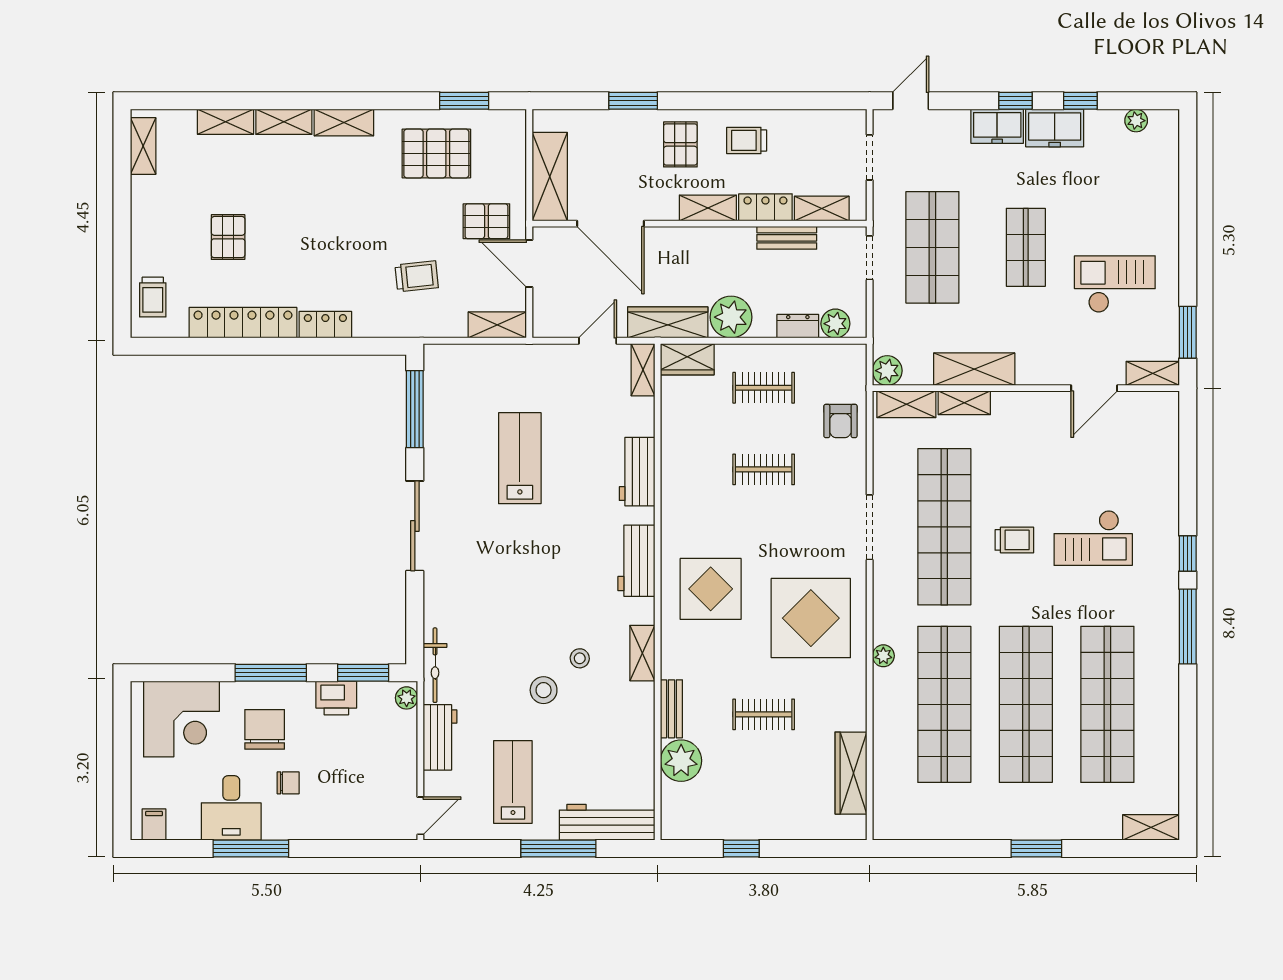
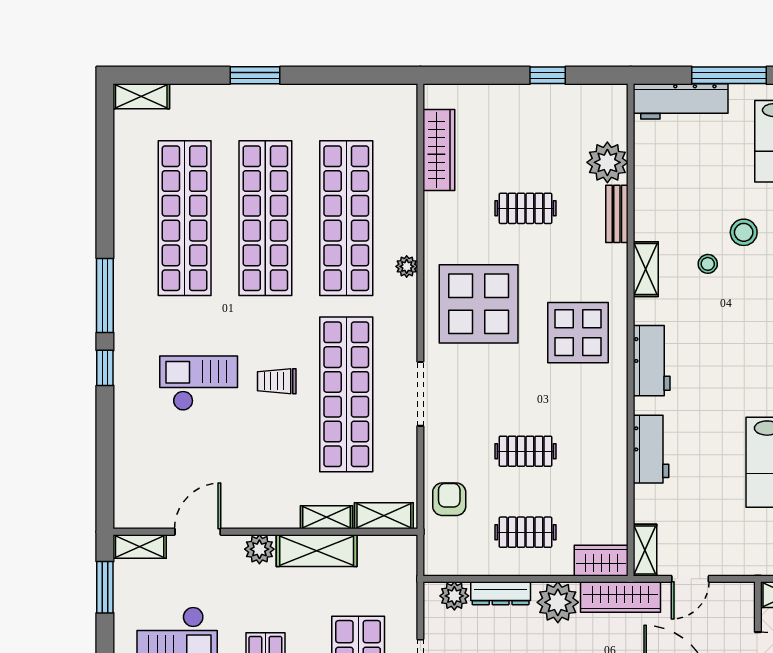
dresser: (798, 326) -> (501, 593), width x1.44
plant: (887, 371) -> (259, 549), moved

